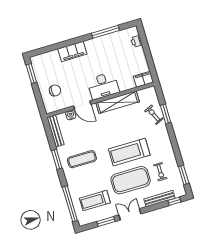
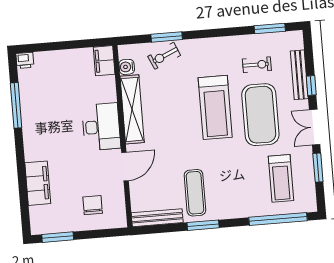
printer: (137, 41) -> (25, 60), moved
filing cabinet: (72, 51) -> (38, 183), moved
water cooler: (71, 115) -> (127, 67), moved
exercise mat: (82, 159) -> (195, 193), moved
window: (174, 201) -> (311, 85), moved

